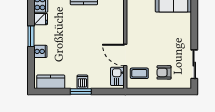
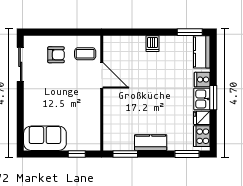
kitchen sink: (117, 76) -> (202, 99), moved, turned 180
kitchen counter: (51, 82) -> (202, 52), moved, turned 90
window: (81, 92) -> (190, 32), moved

